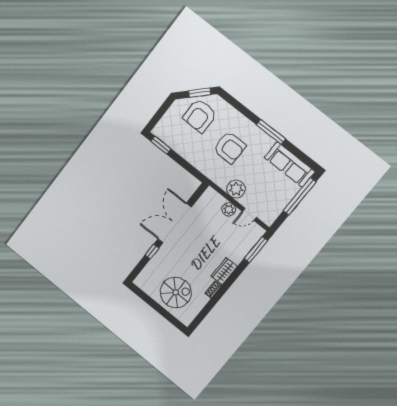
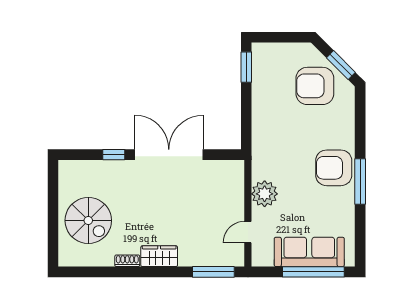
armchair: (229, 148) -> (334, 168), moved, turned 90
sofa: (290, 164) -> (309, 252), moved, turned 90
plant: (229, 209) -> (235, 204), removed
door: (249, 214) -> (248, 232), hinge flipped

